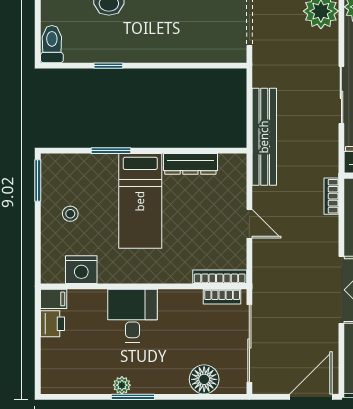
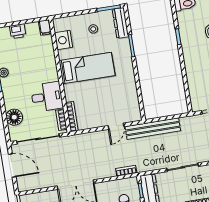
dresser: (190, 164) -> (120, 23), moved
bed: (140, 201) -> (87, 68), moved, turned 180
door: (249, 224) -> (116, 126), moved
desk: (132, 316) -> (47, 97), moved
printer: (52, 324) -> (18, 31), moved
door: (311, 397) -> (12, 166), moved

